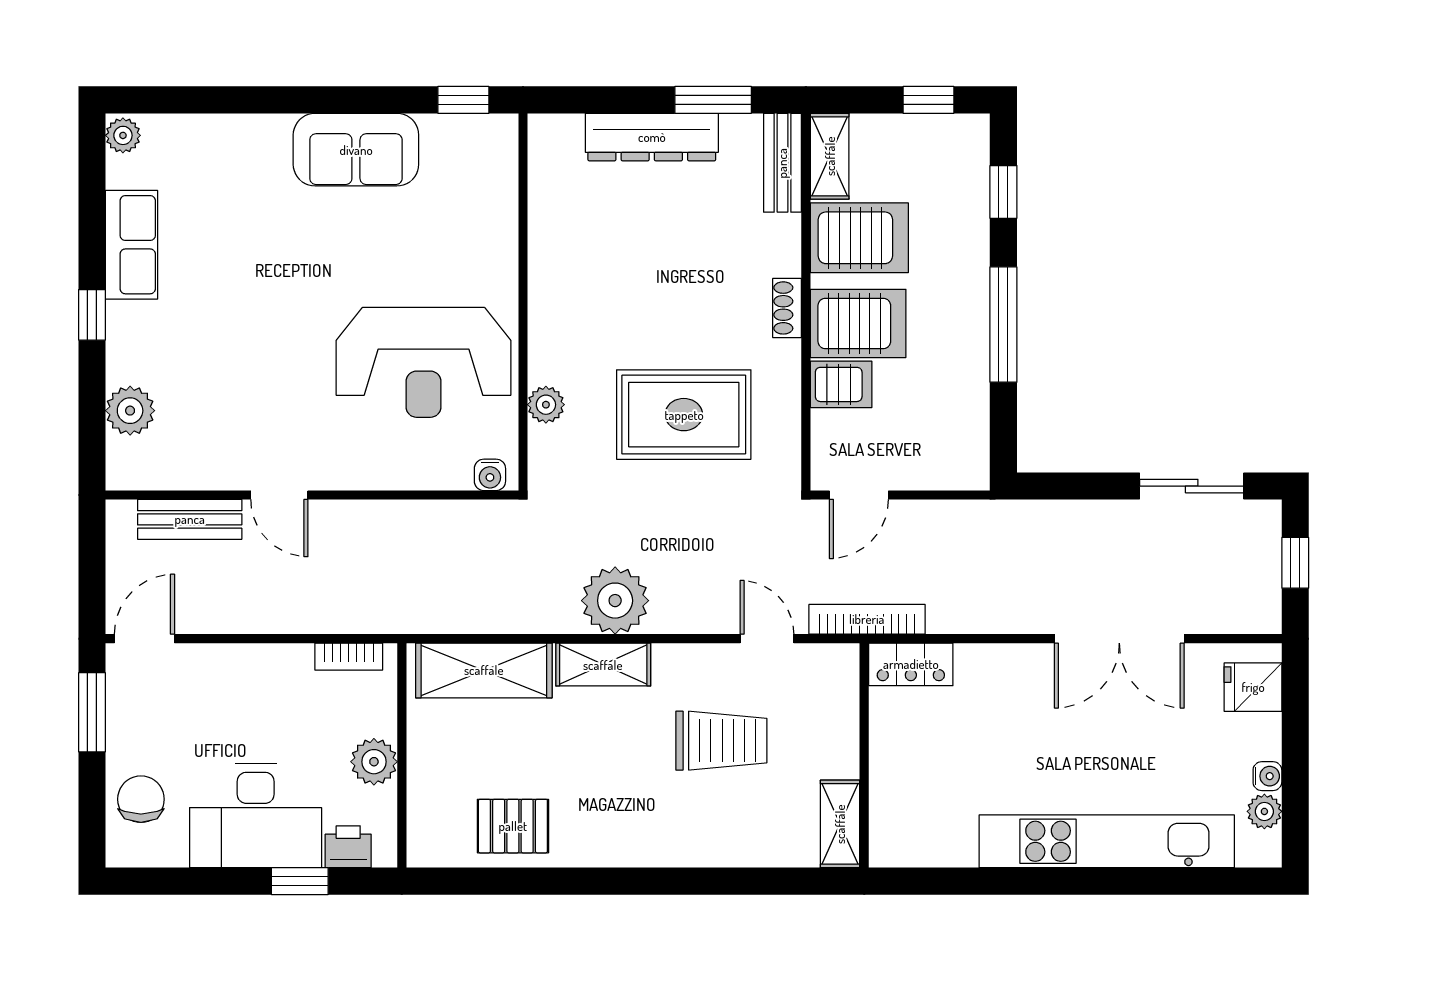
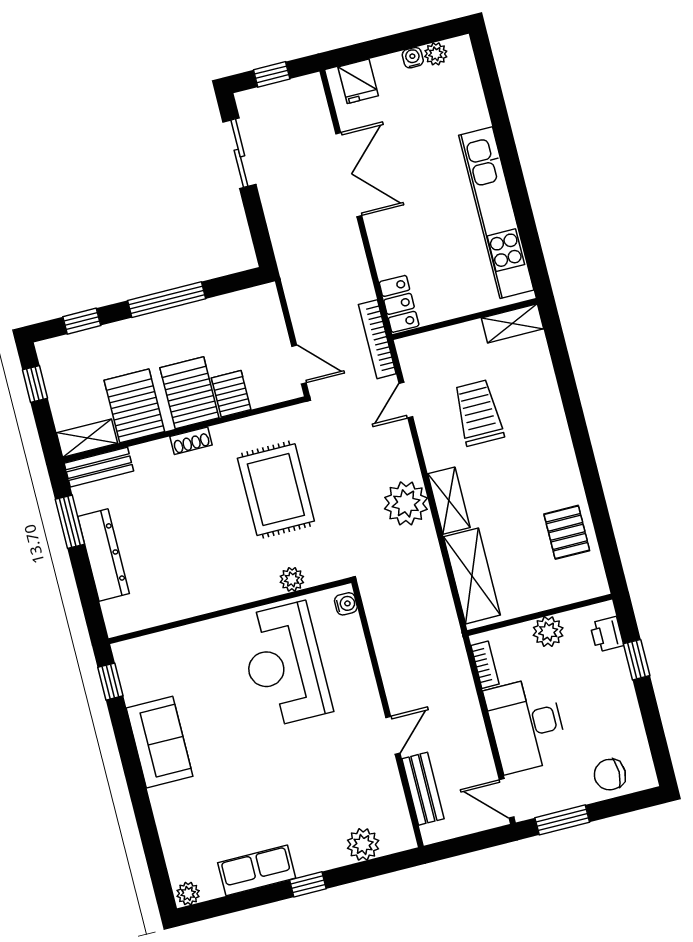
reception desk: (423, 362) -> (285, 665), turned 180
desk: (256, 816) -> (526, 725), moved, turned 180
kitchen unit: (1107, 841) -> (496, 213), moved

